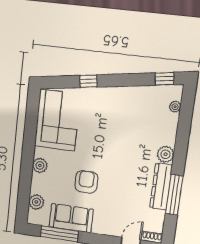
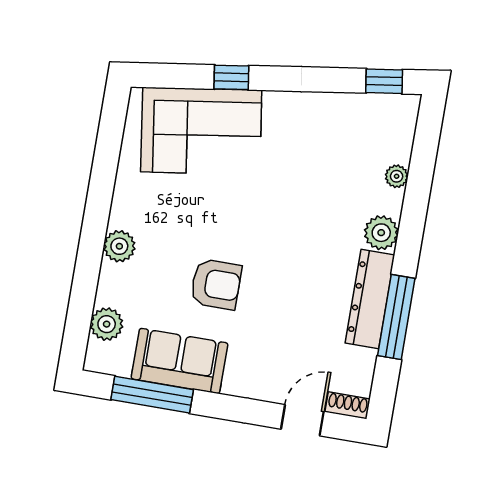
plant: (175, 107) -> (397, 176), moved
corner sofa: (57, 120) -> (201, 131), moved, turned 82
armchair: (86, 182) -> (216, 284), turned 90

